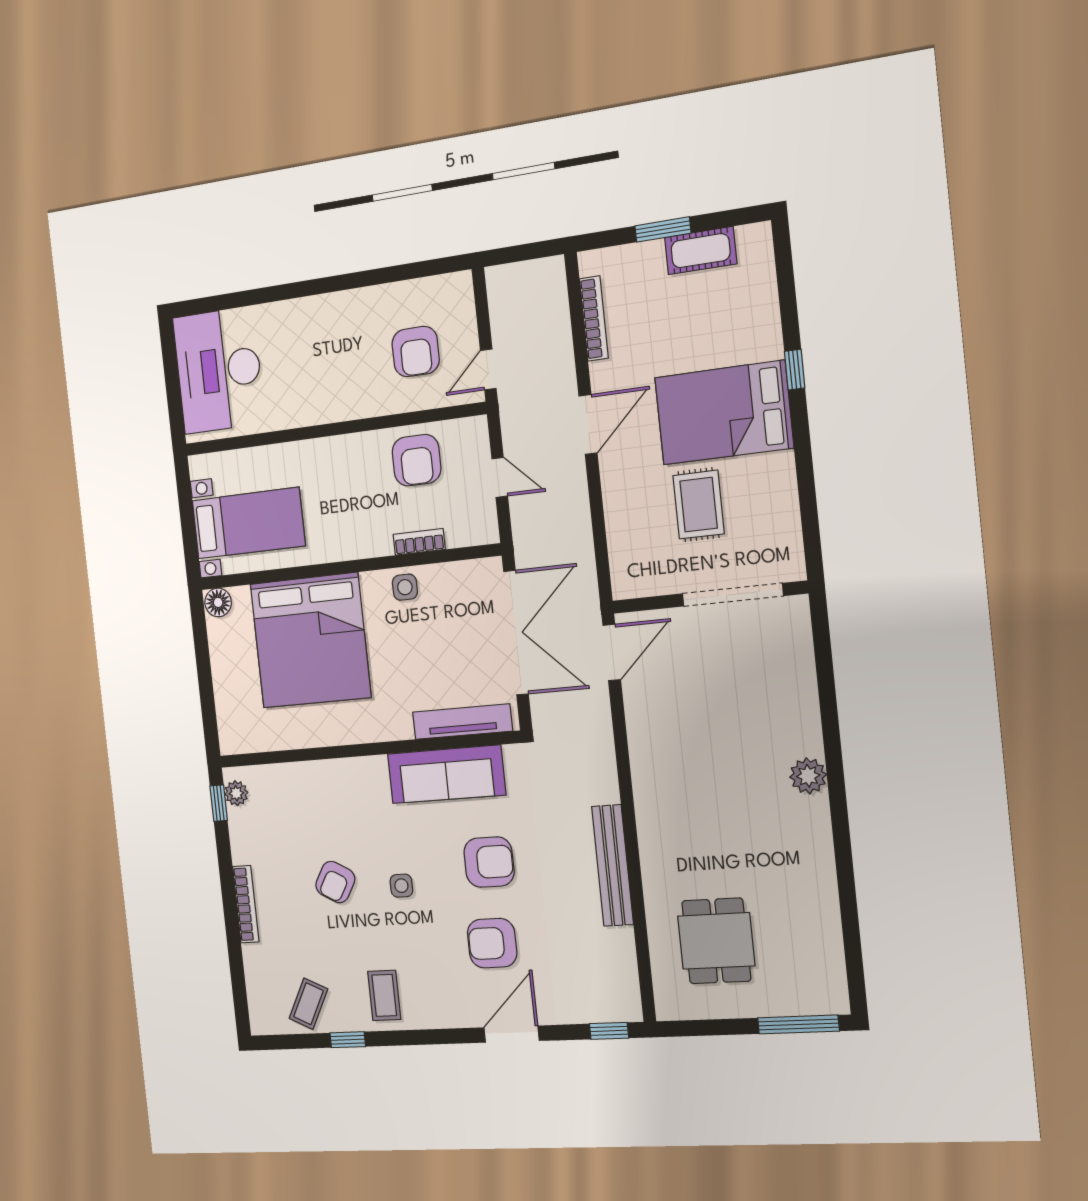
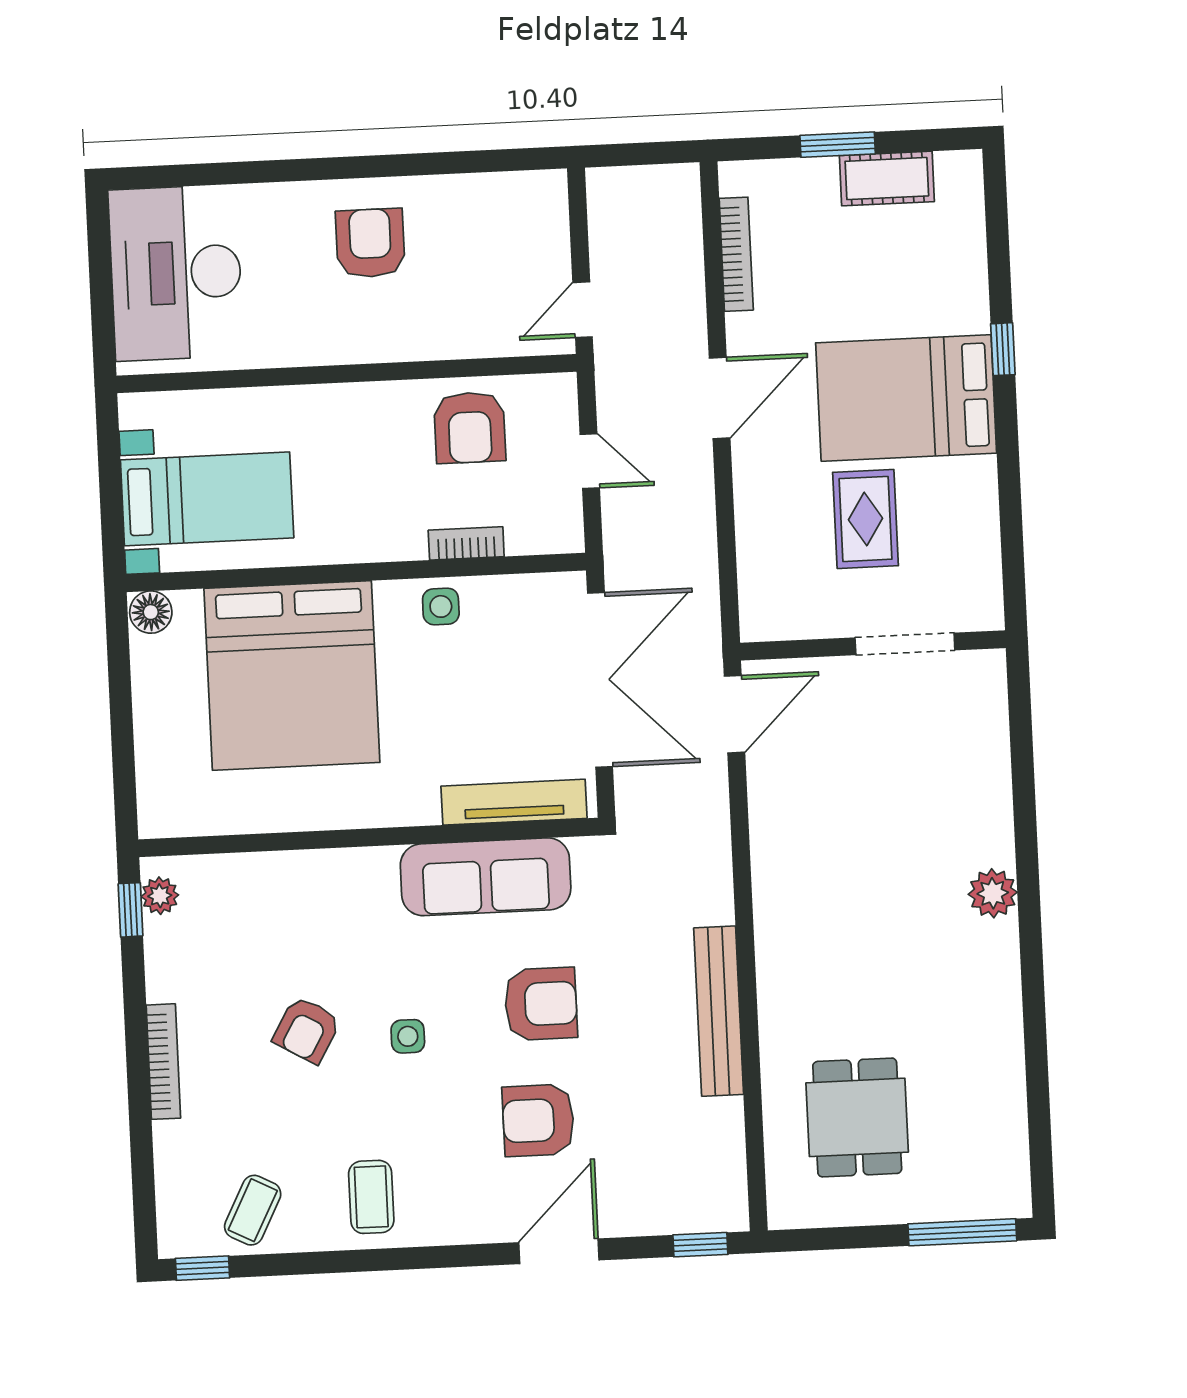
armchair: (416, 352) -> (370, 243), moved, turned 180
doorway: (733, 595) -> (905, 644), width x0.73
window: (348, 1040) -> (202, 1268), moved

